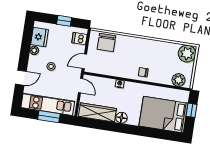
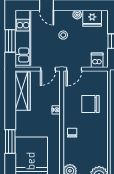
chair: (106, 42) -> (90, 104), moved
door: (84, 61) -> (74, 69), swing flipped
floor lamp: (122, 118) -> (21, 117), removed
window: (142, 131) -> (10, 142), added

